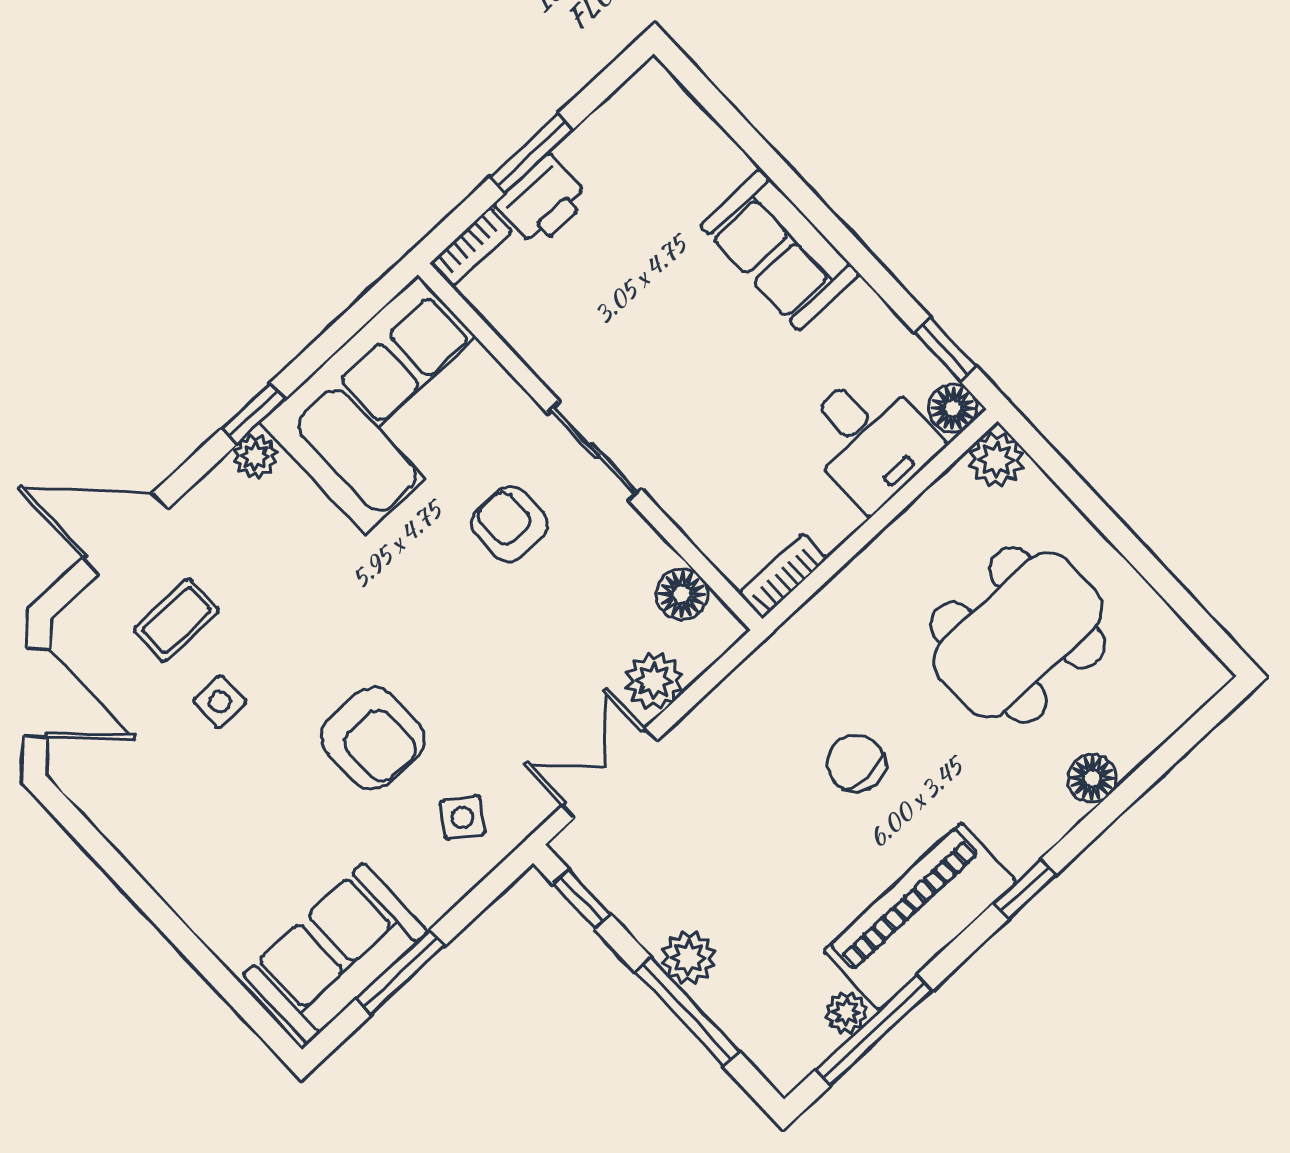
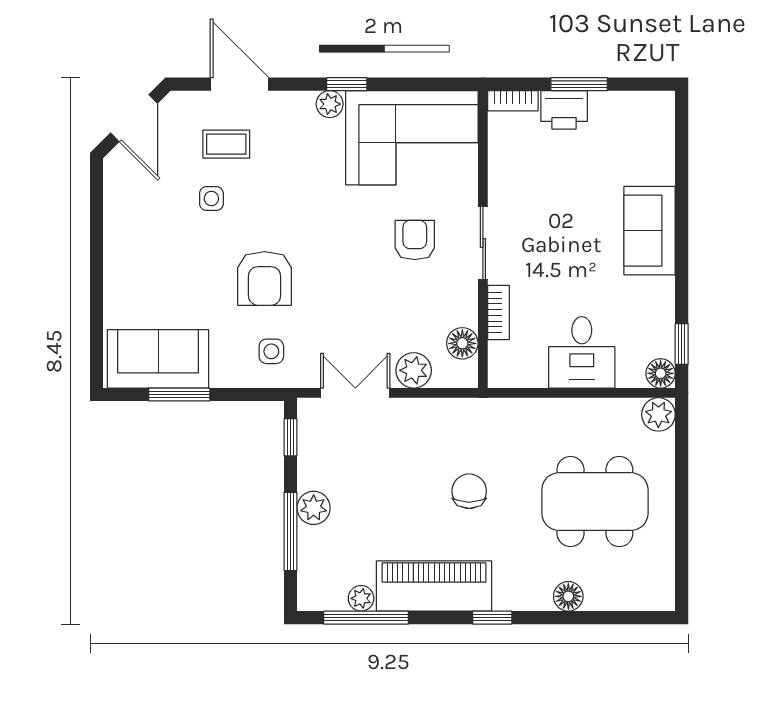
desk: (869, 439) -> (582, 352), moved
bookcase: (783, 576) -> (499, 312), moved, turned 90
side table: (462, 818) -> (271, 351), turned -35

